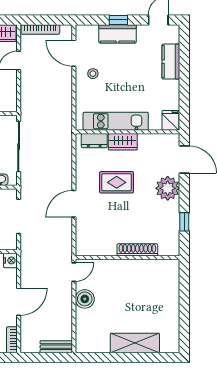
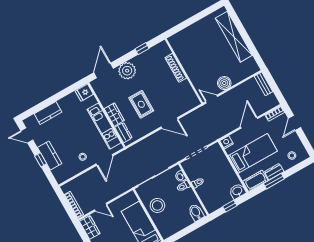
door: (74, 53) -> (104, 160), moved
door: (19, 302) -> (249, 123), hinge flipped
shelving: (135, 343) -> (234, 37), width x1.47

